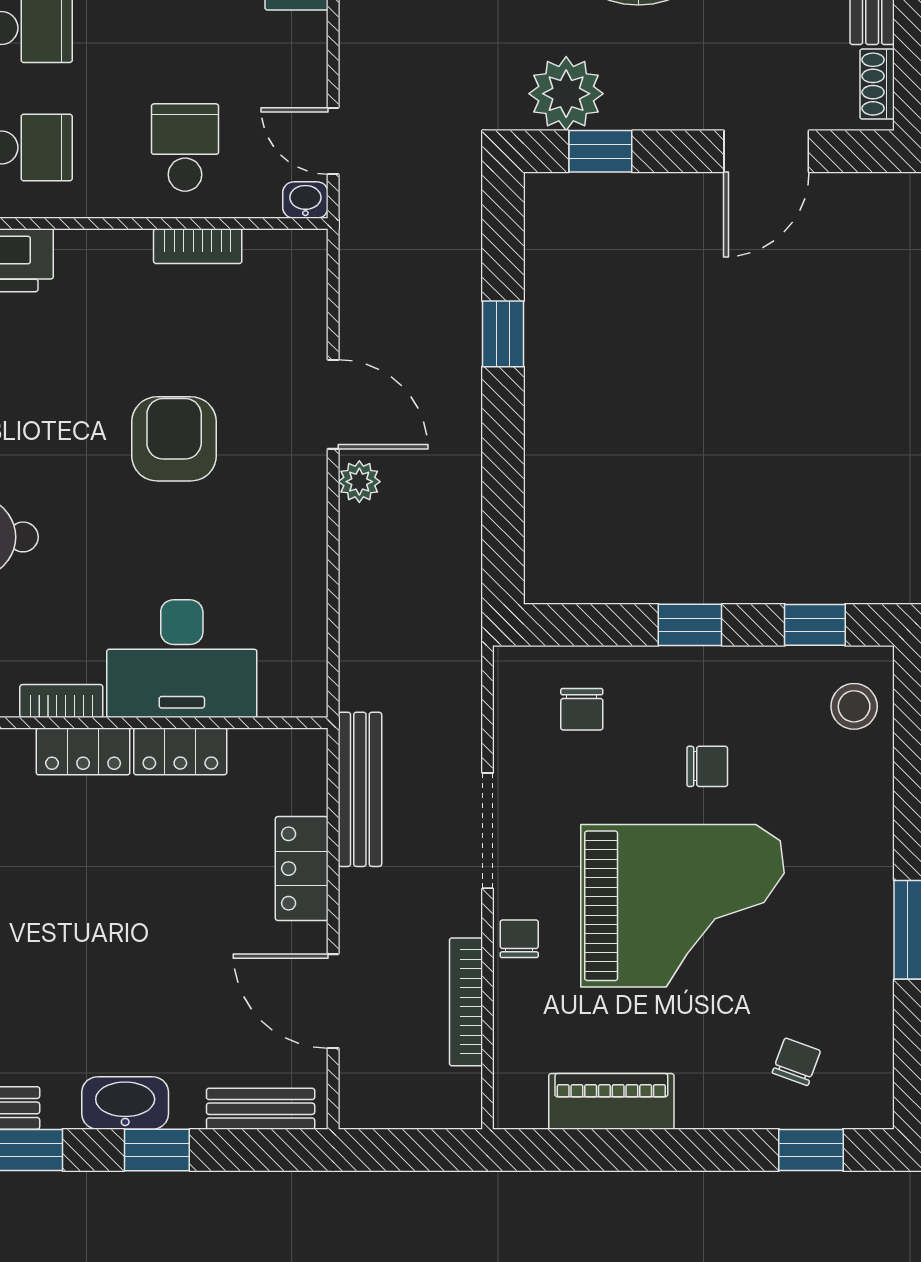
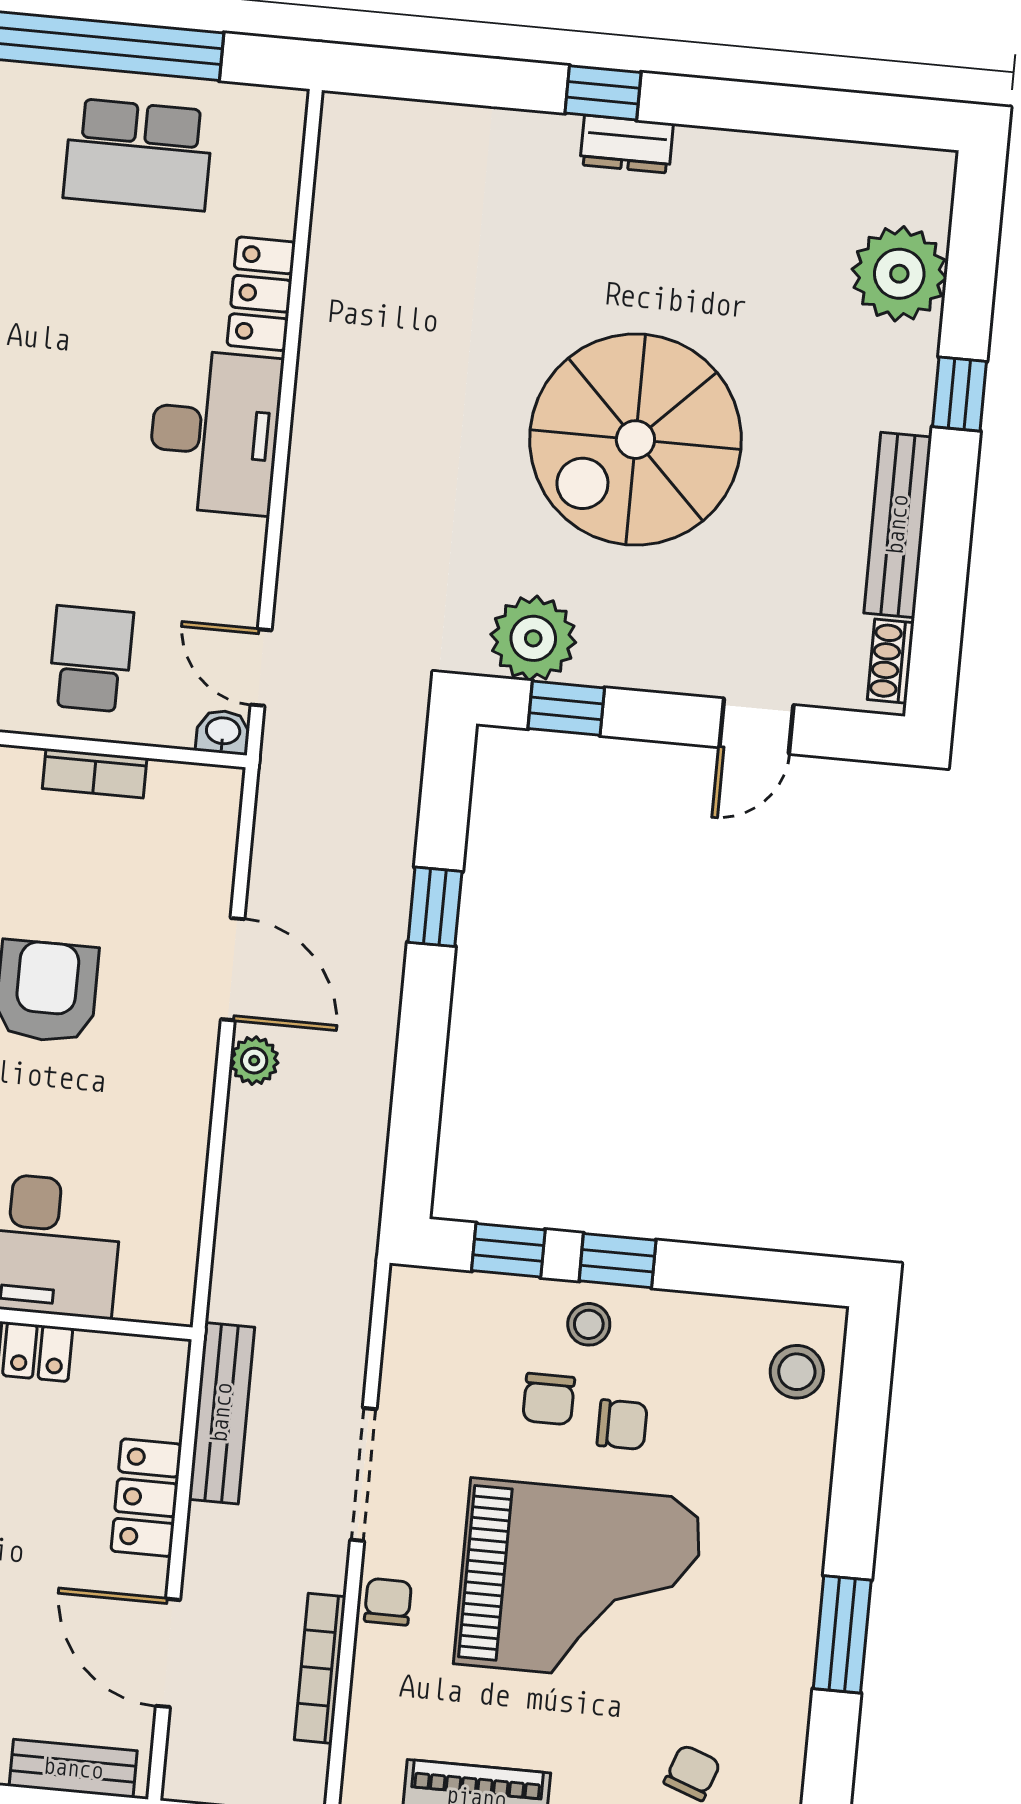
door: (766, 151) -> (756, 726), width x0.73
window: (815, 625) -> (508, 1250), moved
stool: (670, 682) -> (589, 1324), added
chair: (582, 709) -> (549, 1399), moved

